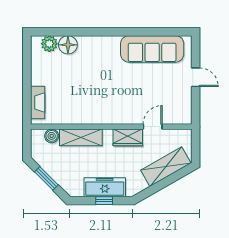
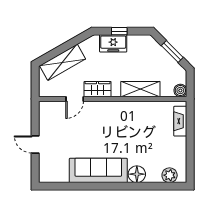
floor lamp: (68, 45) -> (137, 174), moved
sofa: (152, 49) -> (98, 170), moved
boiler: (52, 136) -> (180, 90), moved
freezer: (105, 187) -> (113, 43), width x0.71

